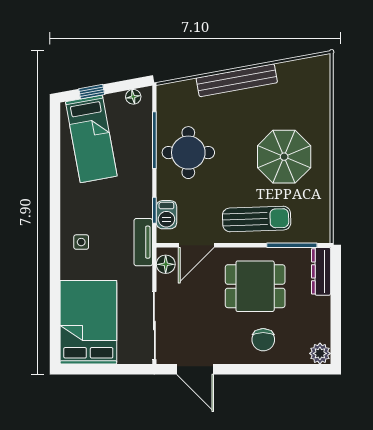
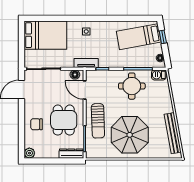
bench: (237, 80) -> (173, 133), moved
parasol: (284, 157) -> (130, 135), width x1.36, depth x1.36
barbecue: (166, 215) -> (159, 75), moved

